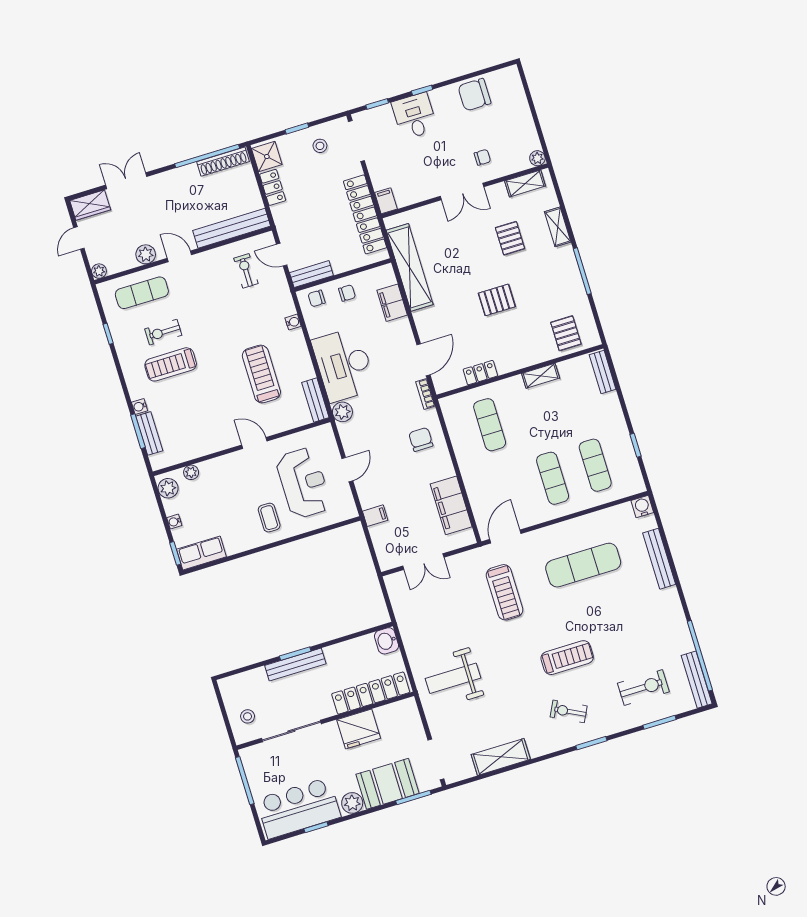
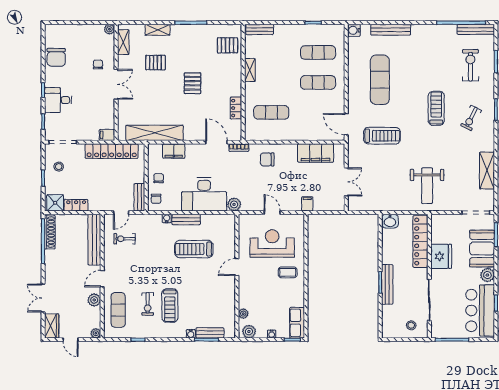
bench: (315, 400) -> (186, 219), moved

